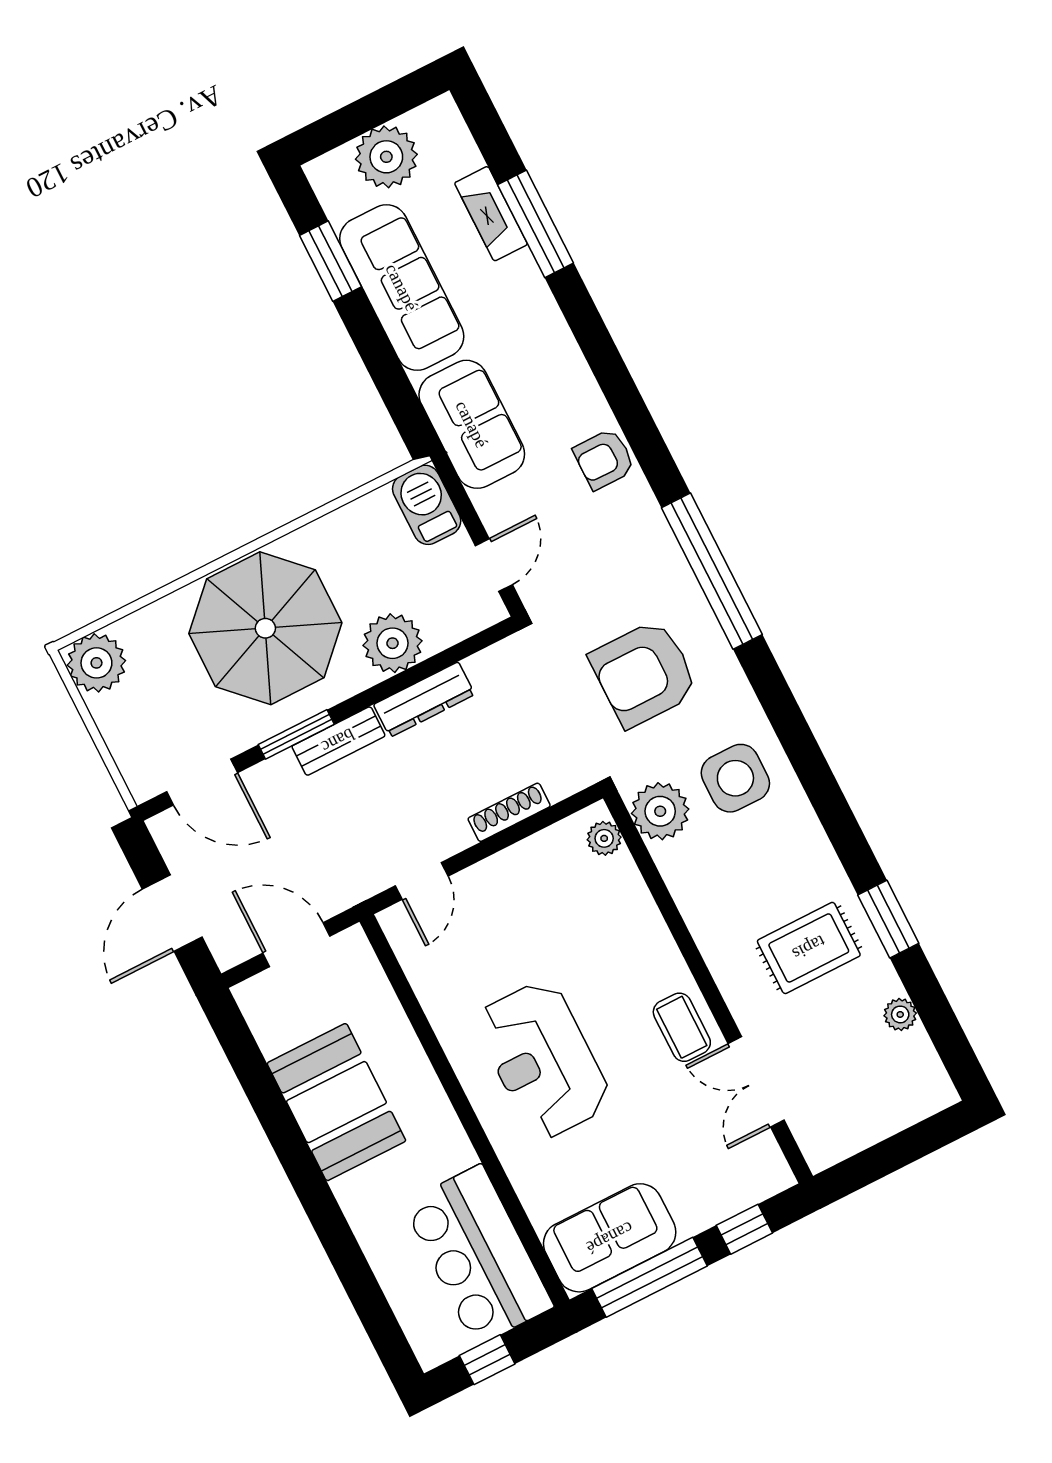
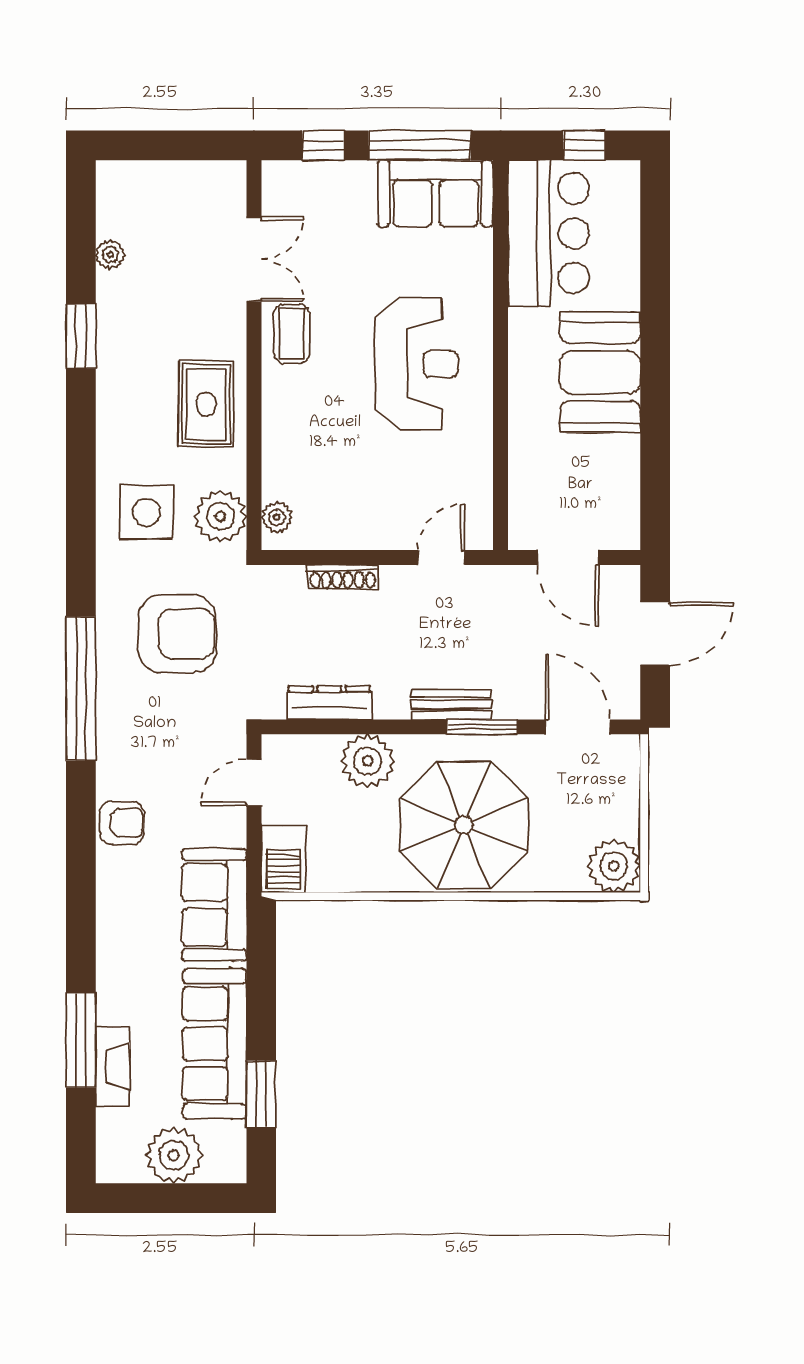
dresser: (424, 700) -> (329, 703), moved
rug: (809, 948) -> (206, 404), moved, turned 90
booth: (336, 1102) -> (600, 372), moved

